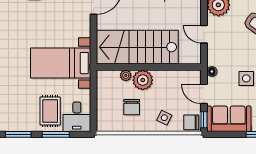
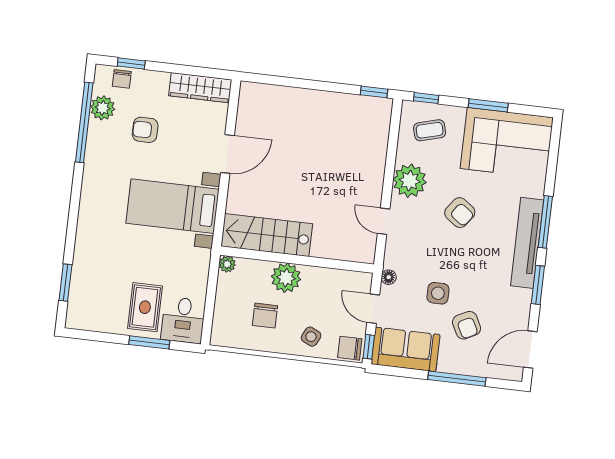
stairs: (137, 47) -> (267, 235), width x0.73, depth x0.66
bed with nightstands: (61, 63) -> (172, 206), moved
plant: (126, 75) -> (227, 264), moved
window: (18, 134) -> (94, 336), removed

